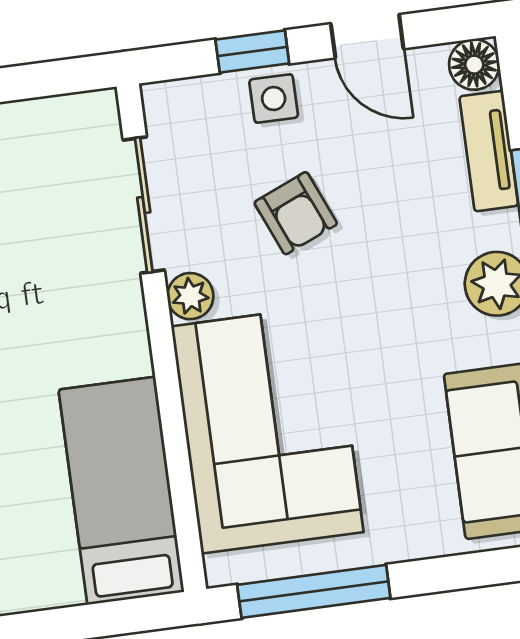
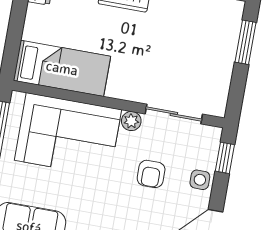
window: (252, 52) -> (225, 158), moved
armchair: (296, 213) -> (151, 174), turned -67

